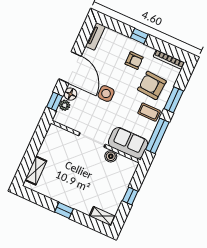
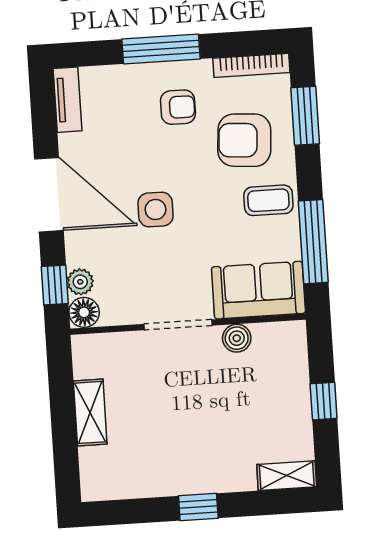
window: (139, 36) -> (161, 49), width x2.17
floor lamp: (70, 94) -> (84, 312), moved
window: (174, 100) -> (305, 116), moved
shelving: (36, 171) -> (90, 412), moved

